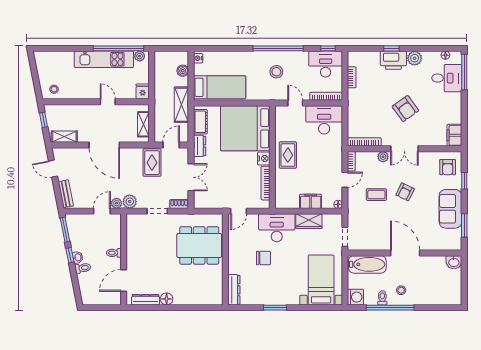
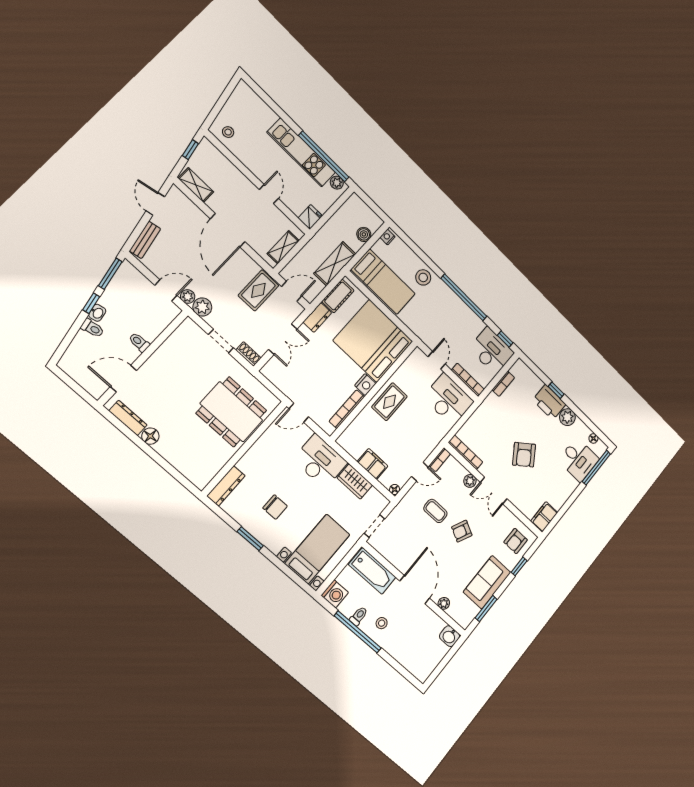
stool: (276, 72) -> (423, 277), moved
plant: (432, 246) -> (444, 603), added
chair: (264, 258) -> (275, 507), moved

